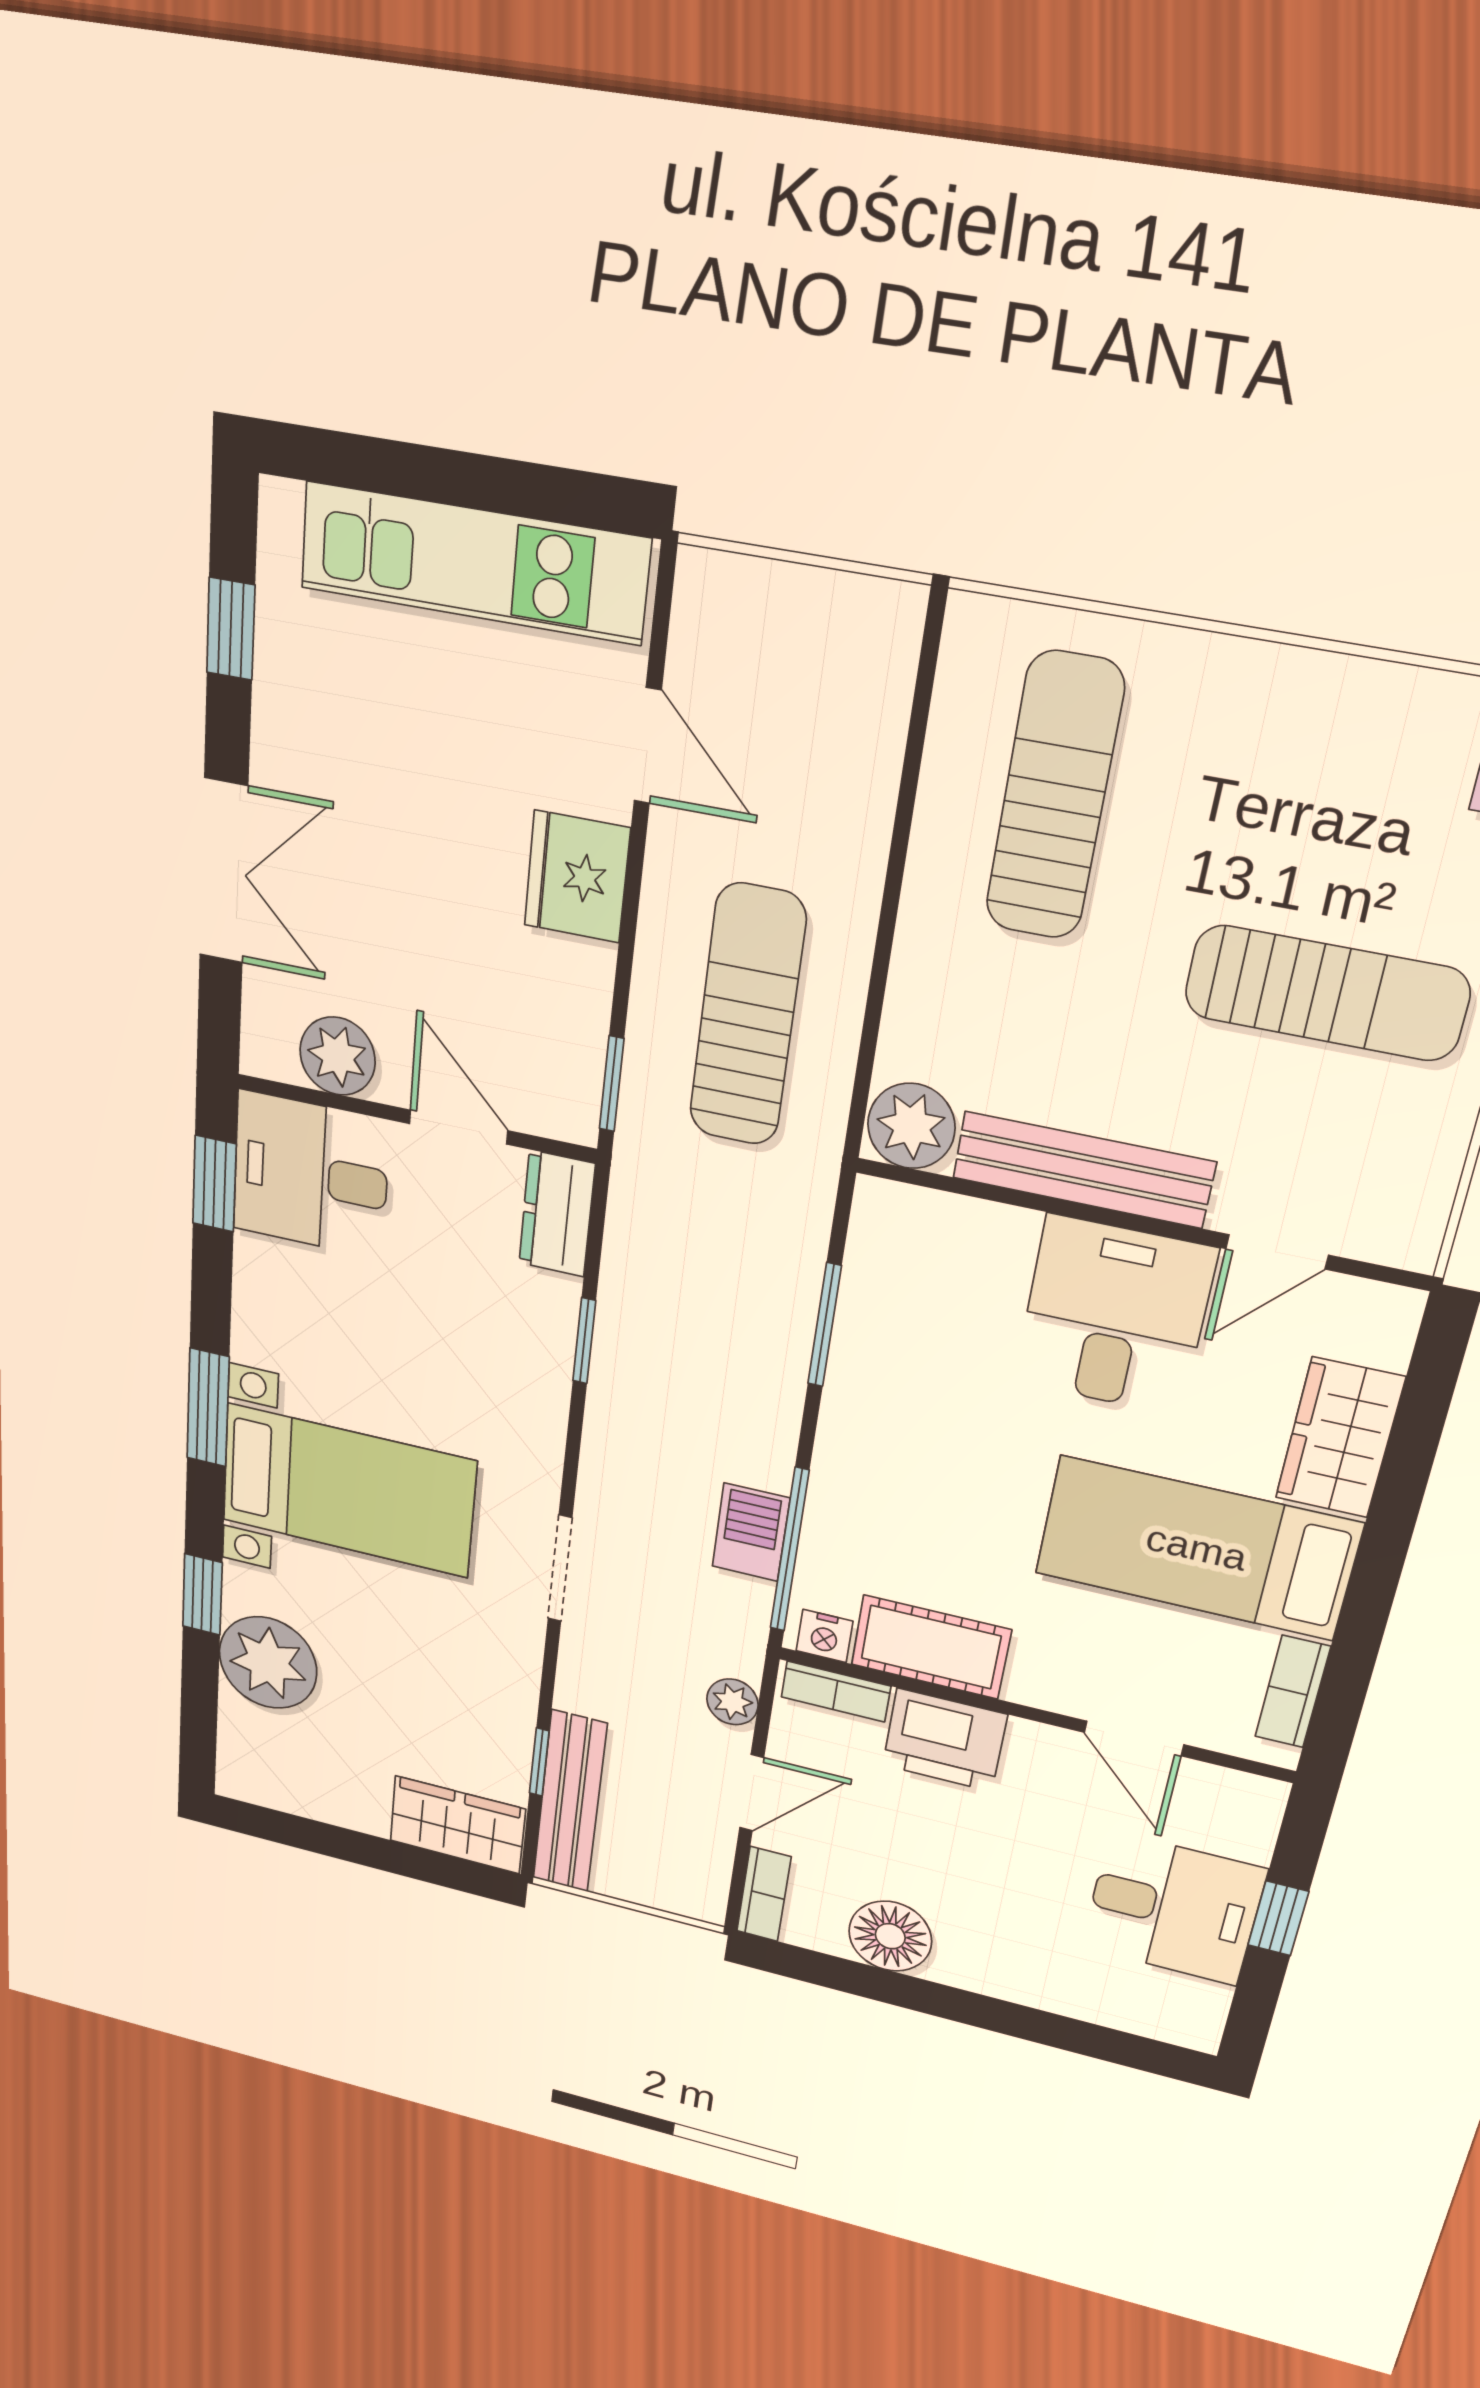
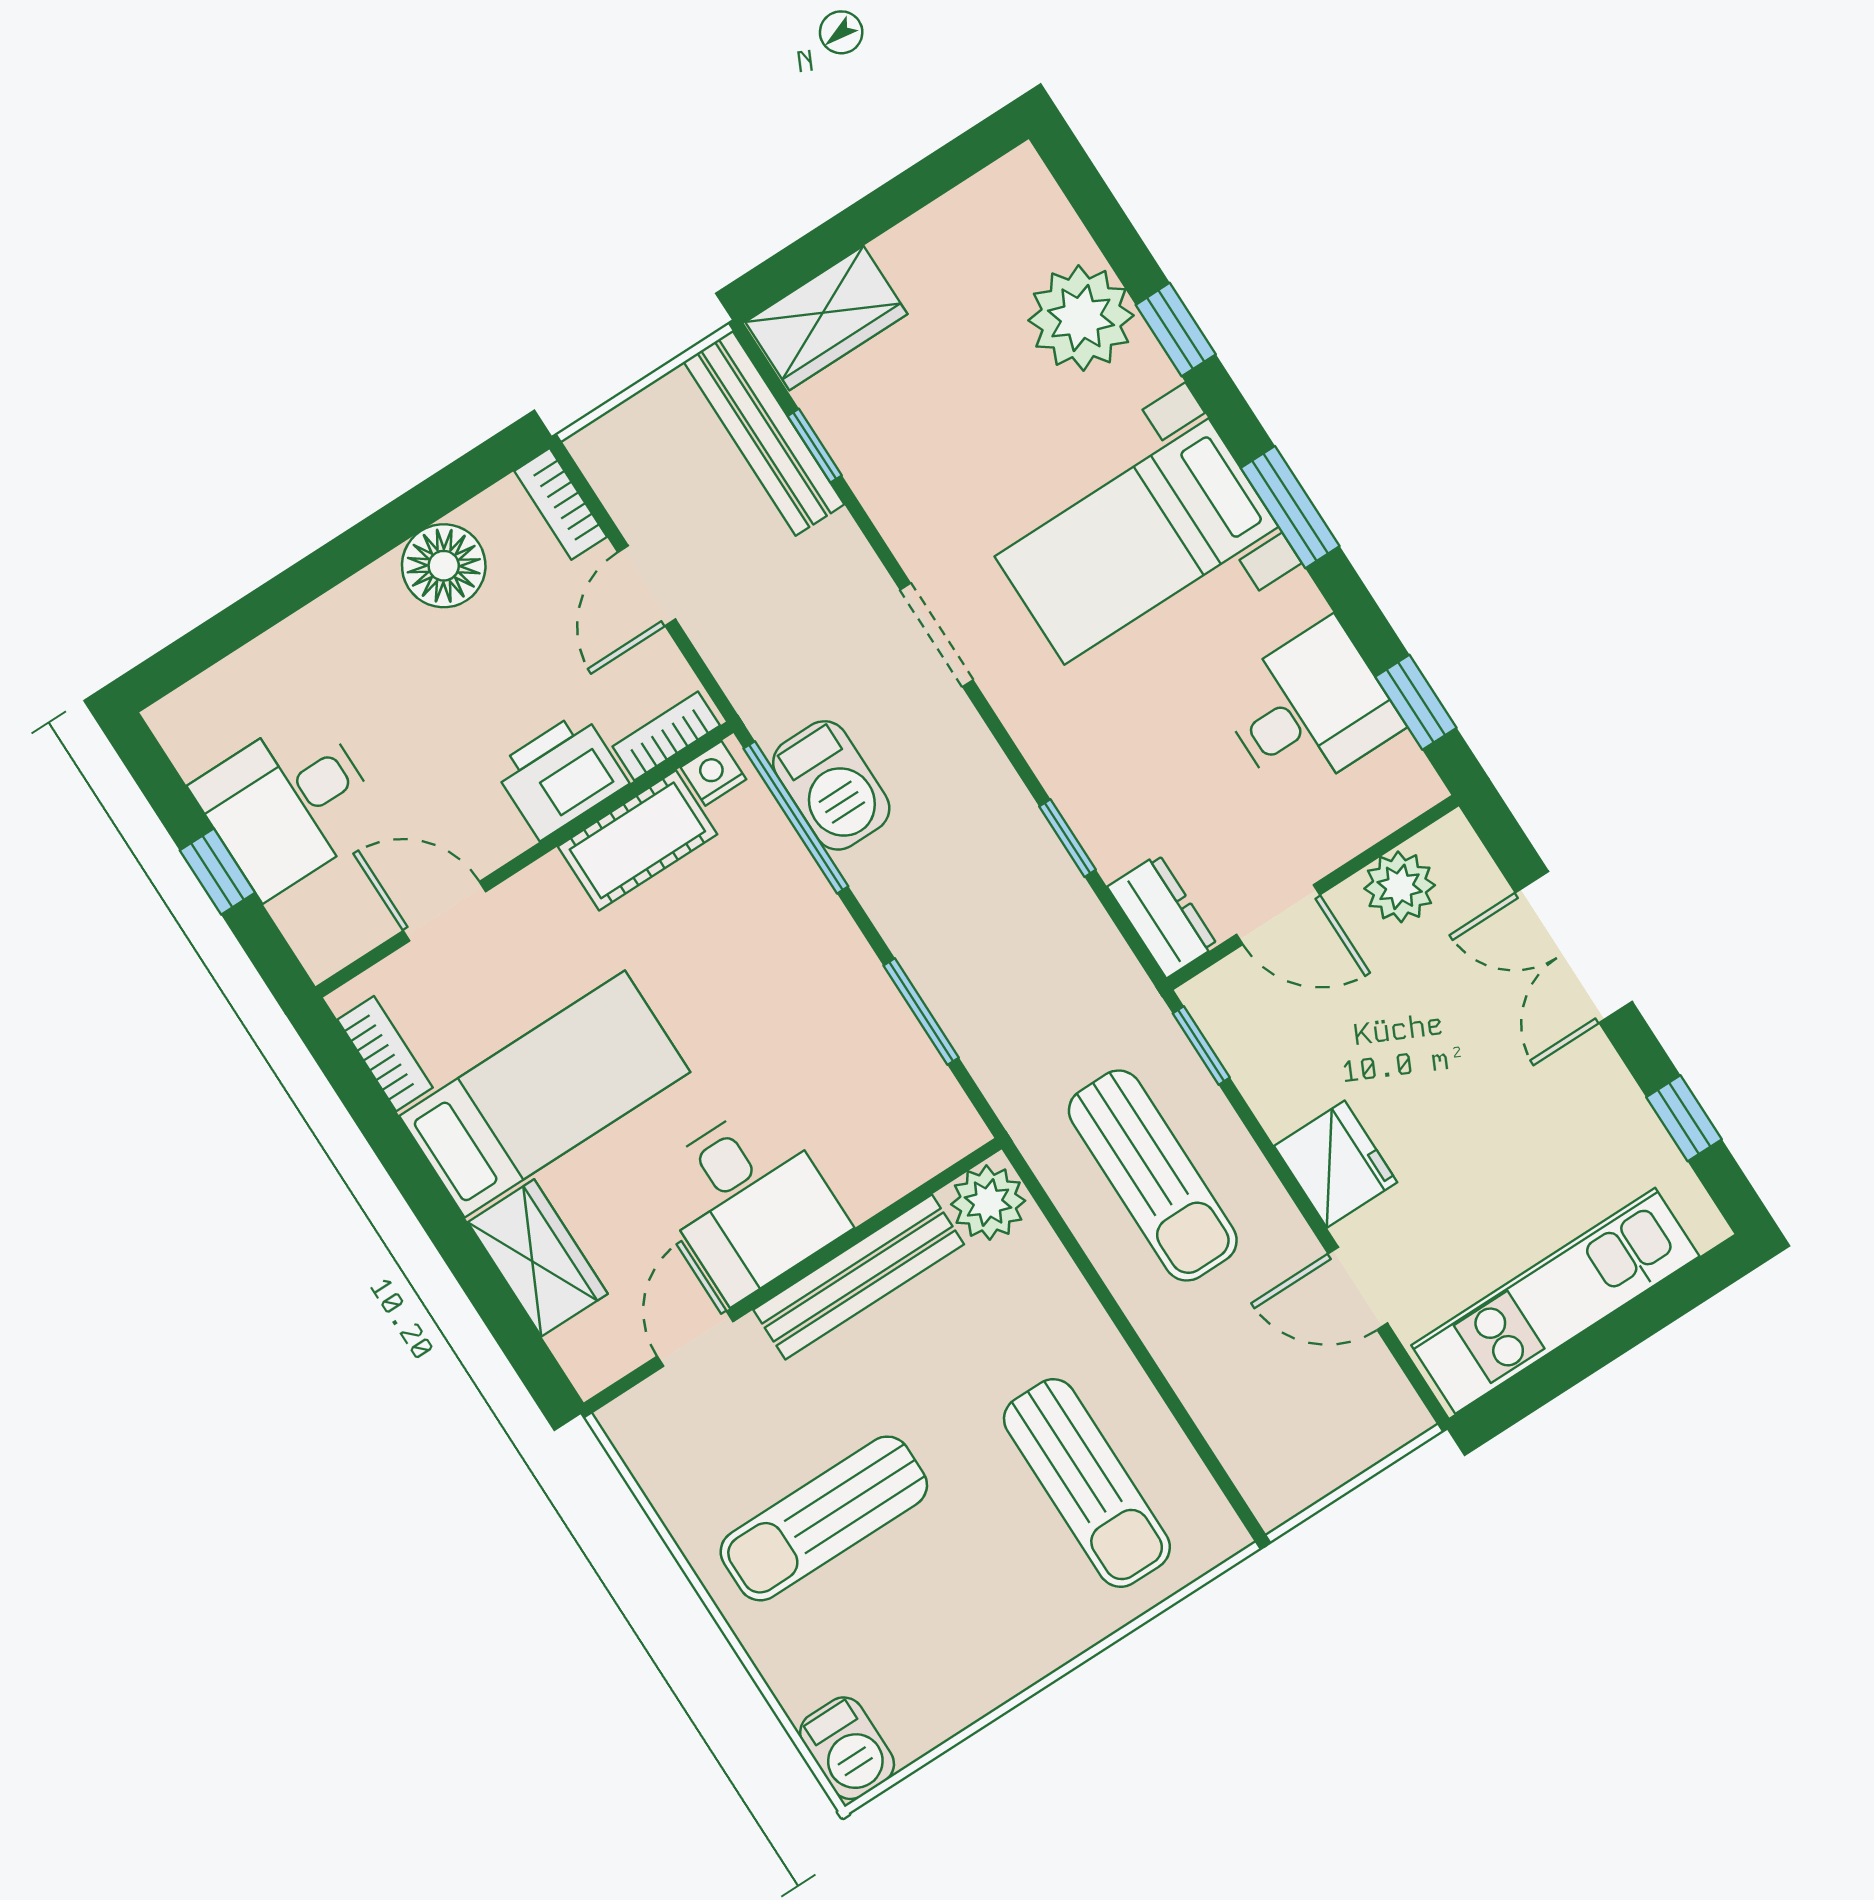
desk: (311, 1175) -> (1309, 710), moved
barbecue: (751, 1532) -> (831, 785), width x1.38, depth x1.27
plant: (732, 1702) -> (727, 650), removed

